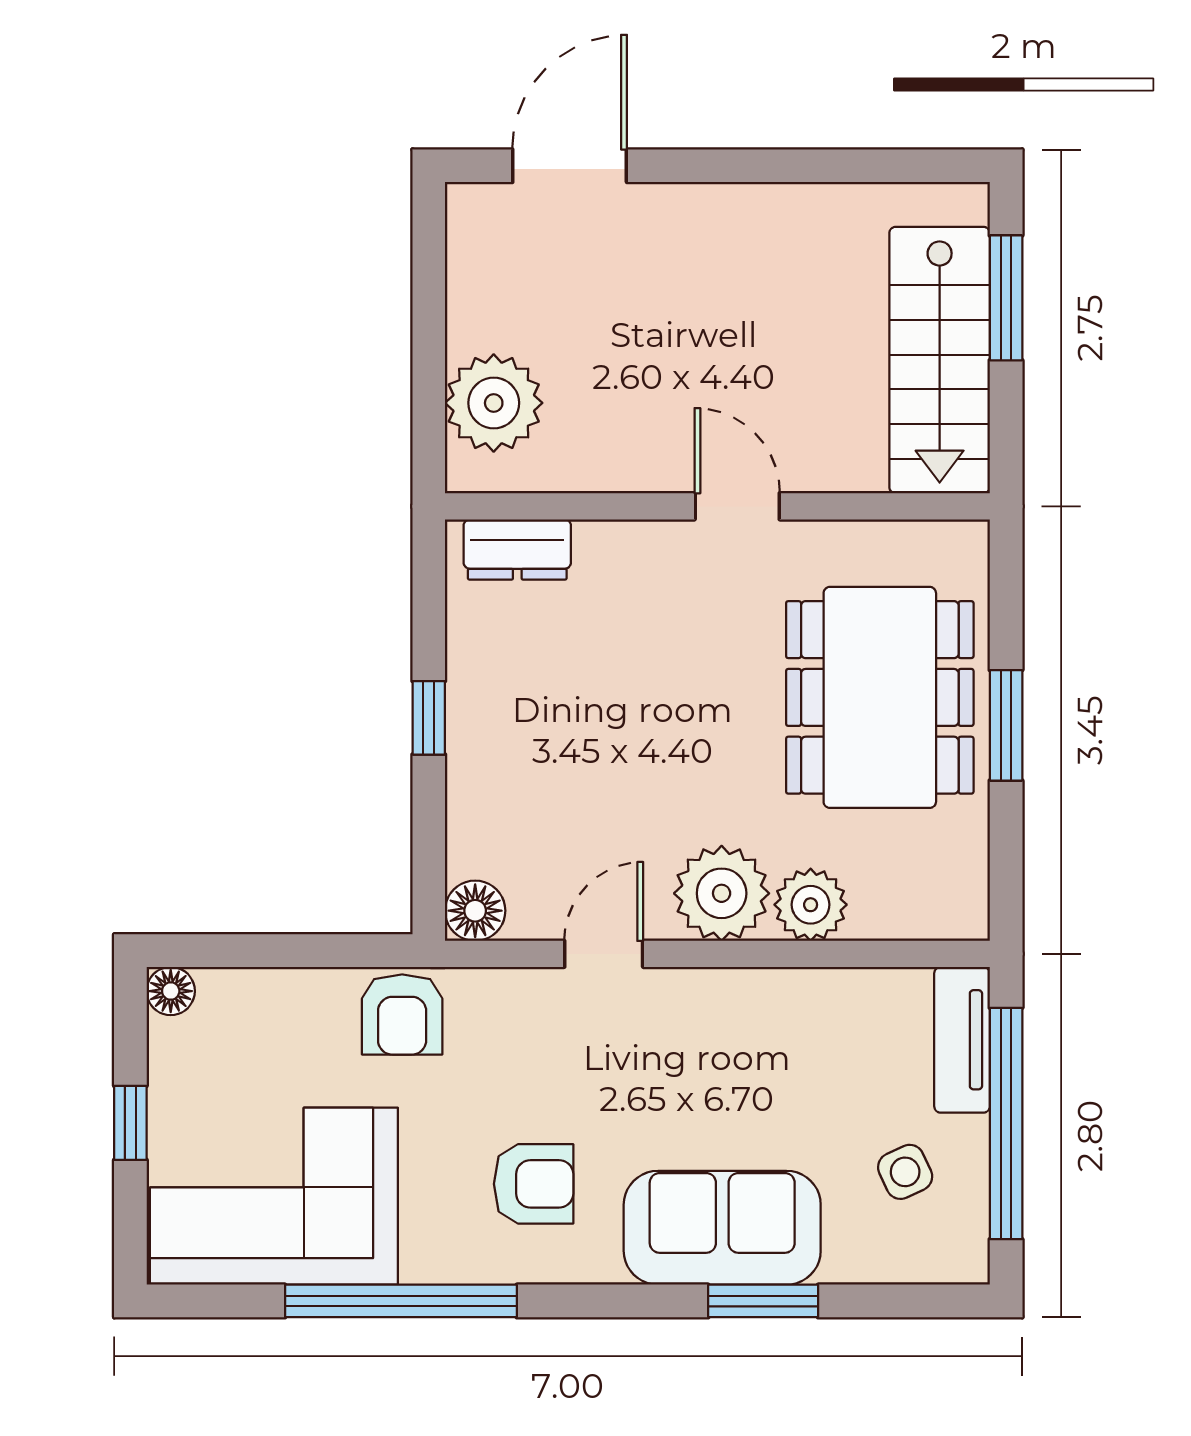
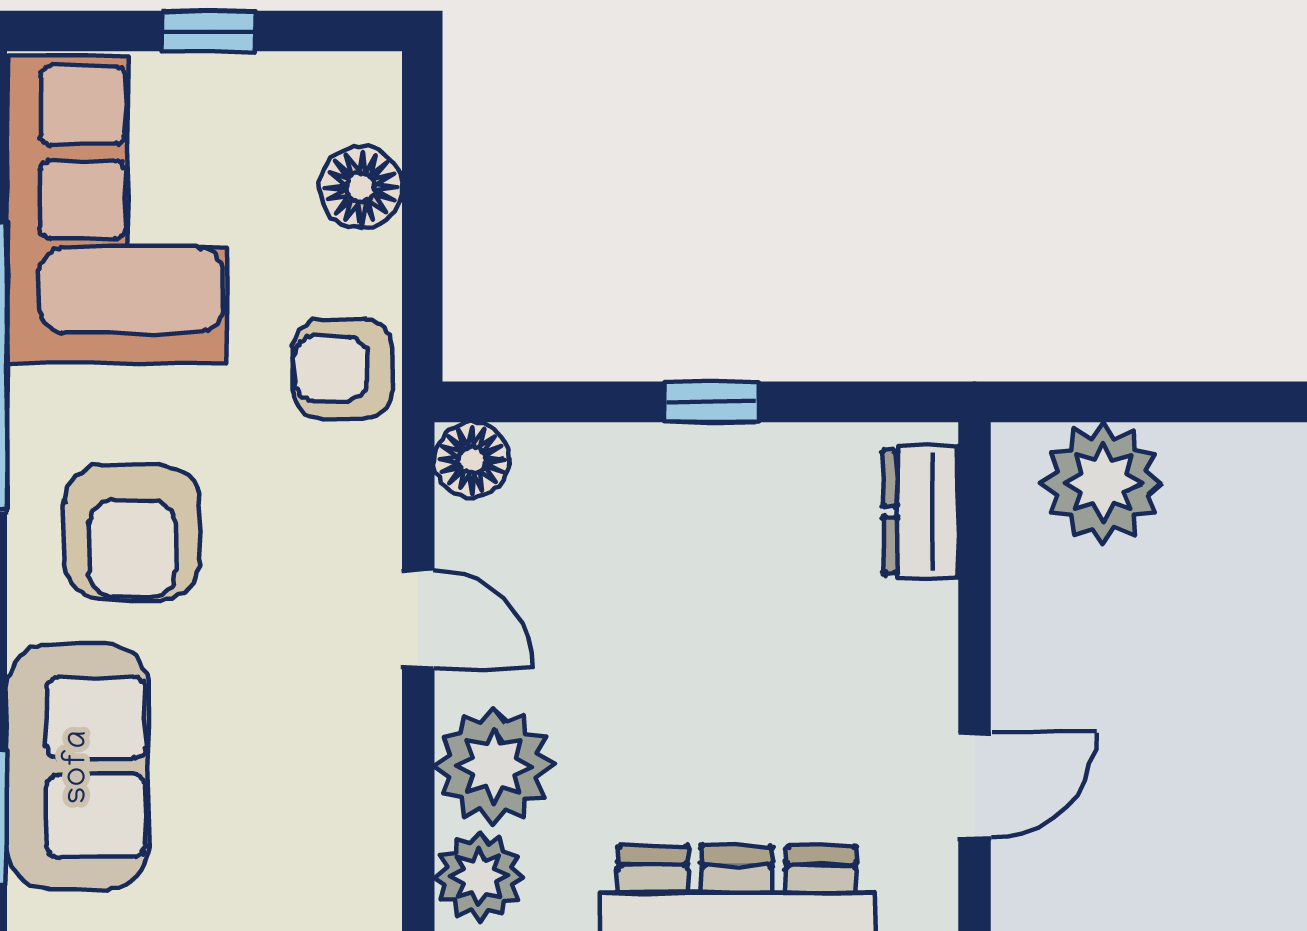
floor lamp: (171, 991) -> (361, 188), moved, width x1.37, depth x1.37
armchair: (534, 1184) -> (132, 532), width x1.38, depth x1.38

